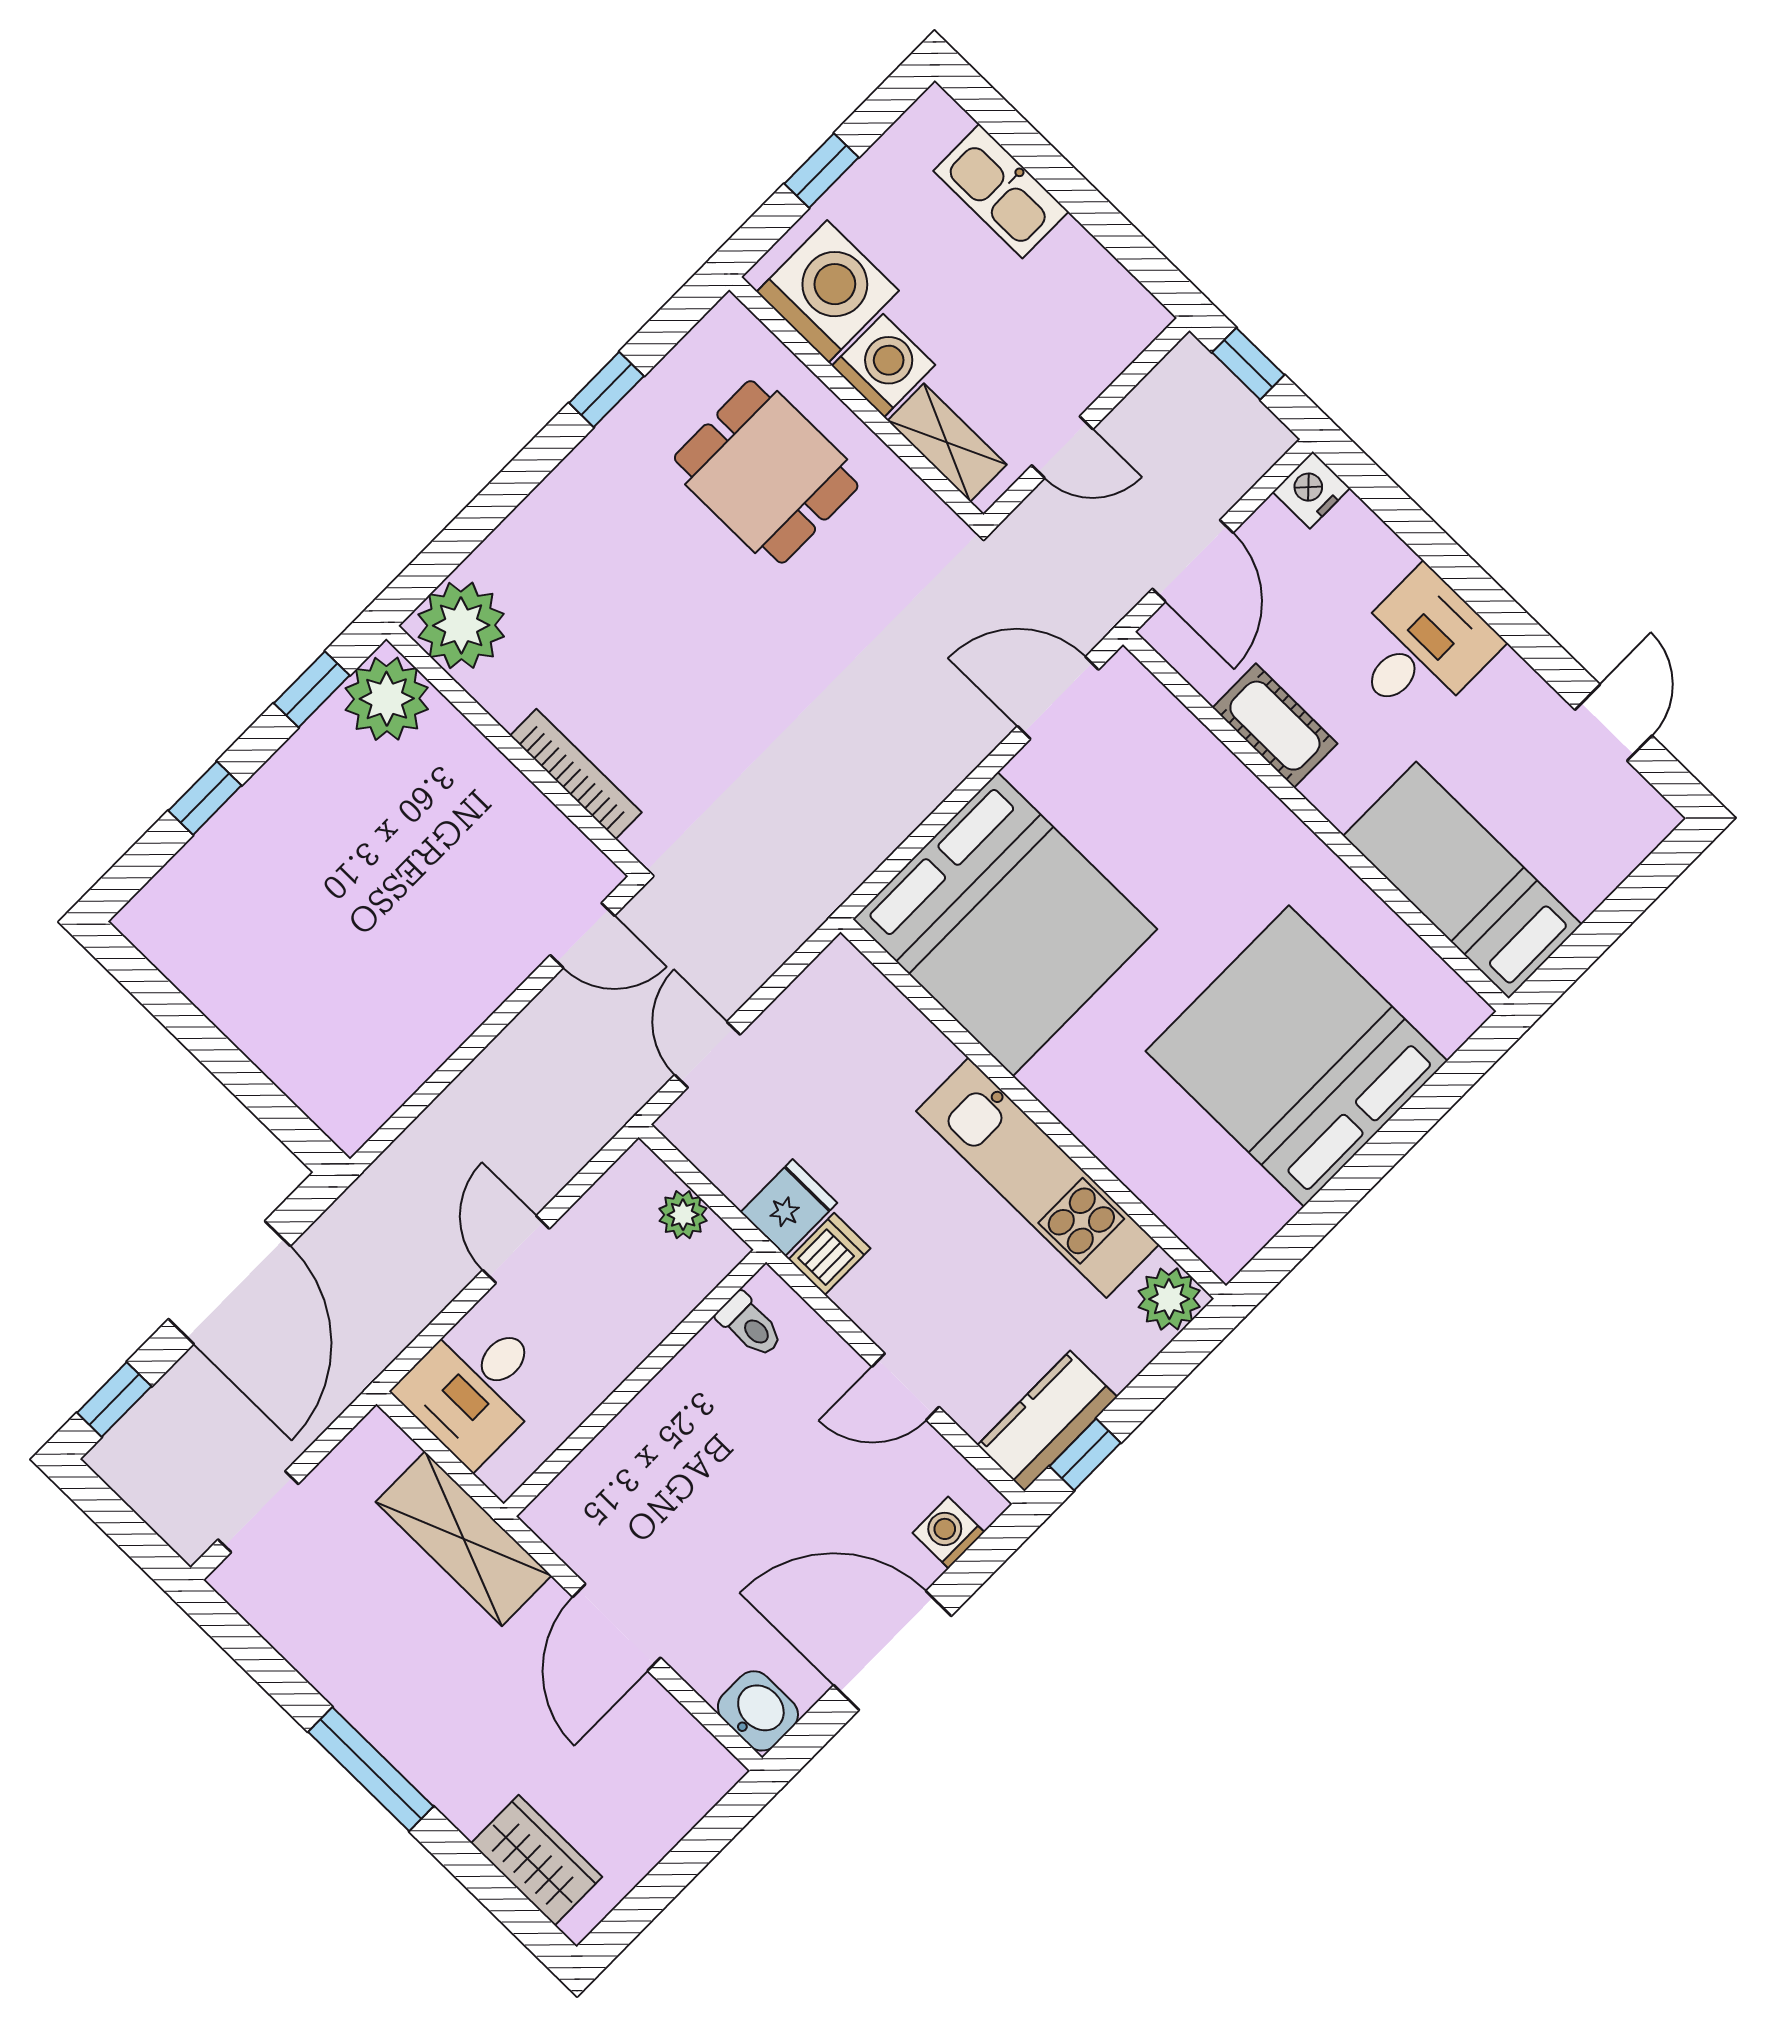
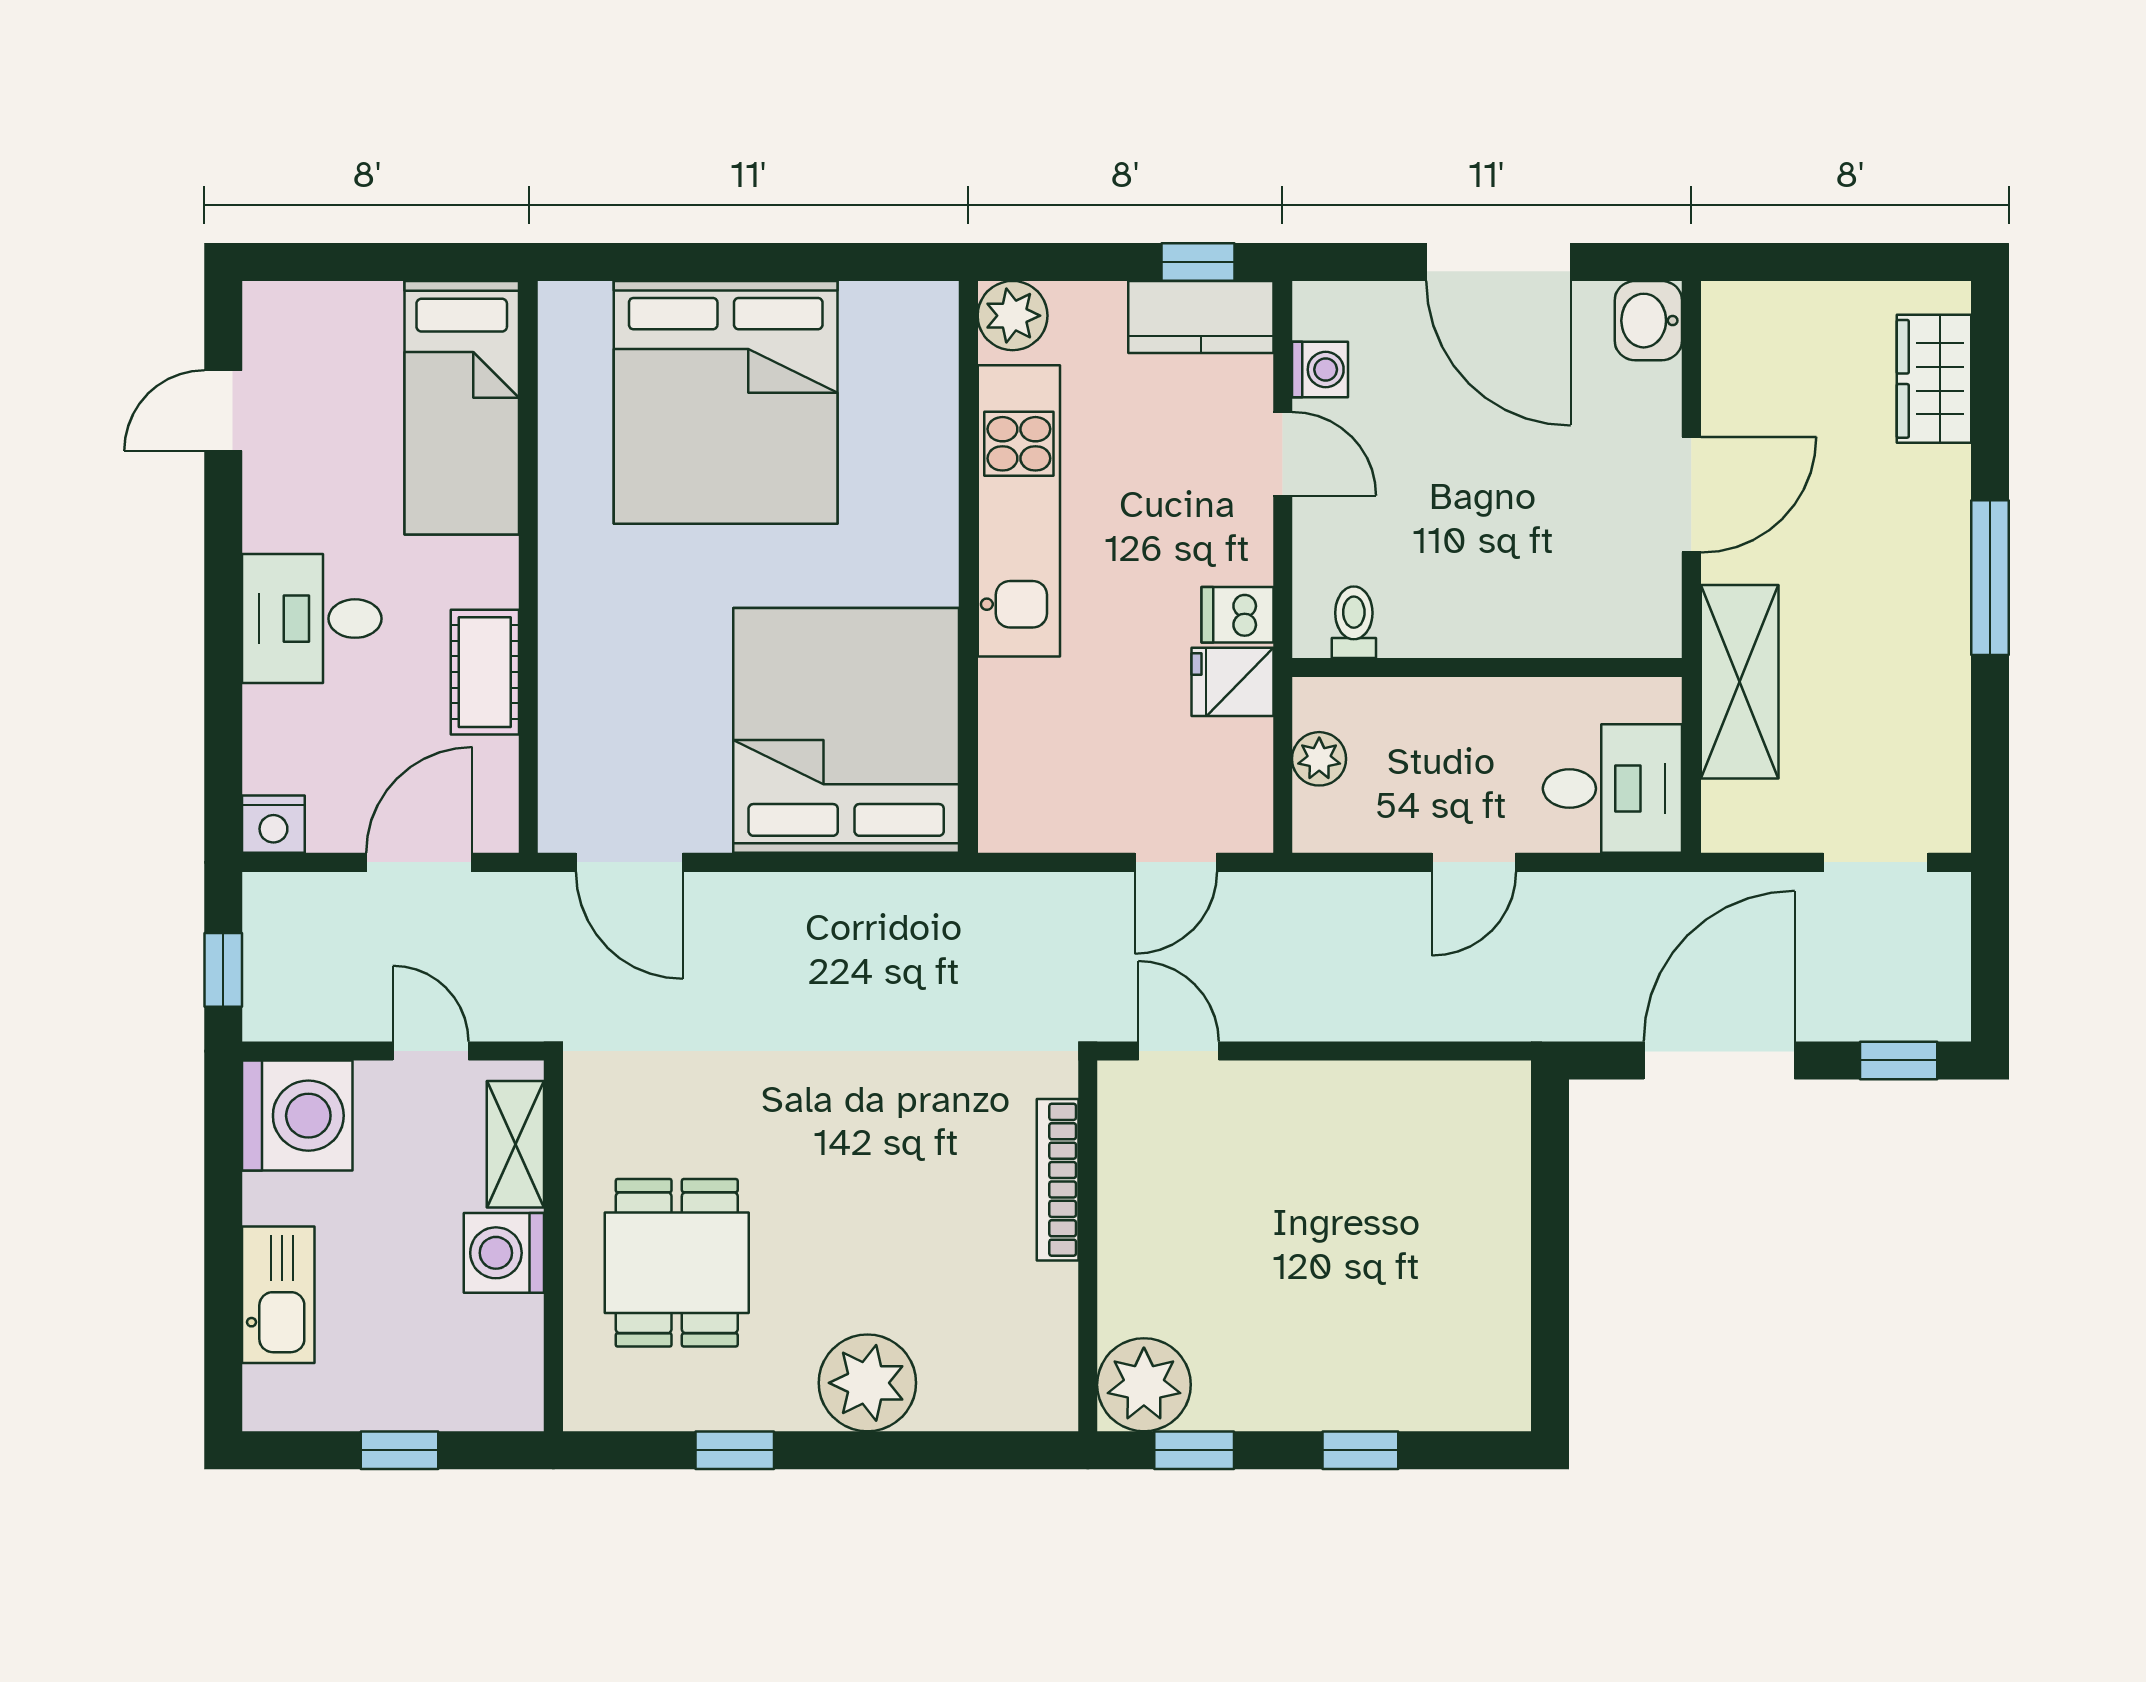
washing machine: (828, 291) -> (297, 1116), moved, turned 180
plant: (461, 625) -> (867, 1383), moved
washing machine: (948, 1533) -> (1320, 370), moved, turned -90

